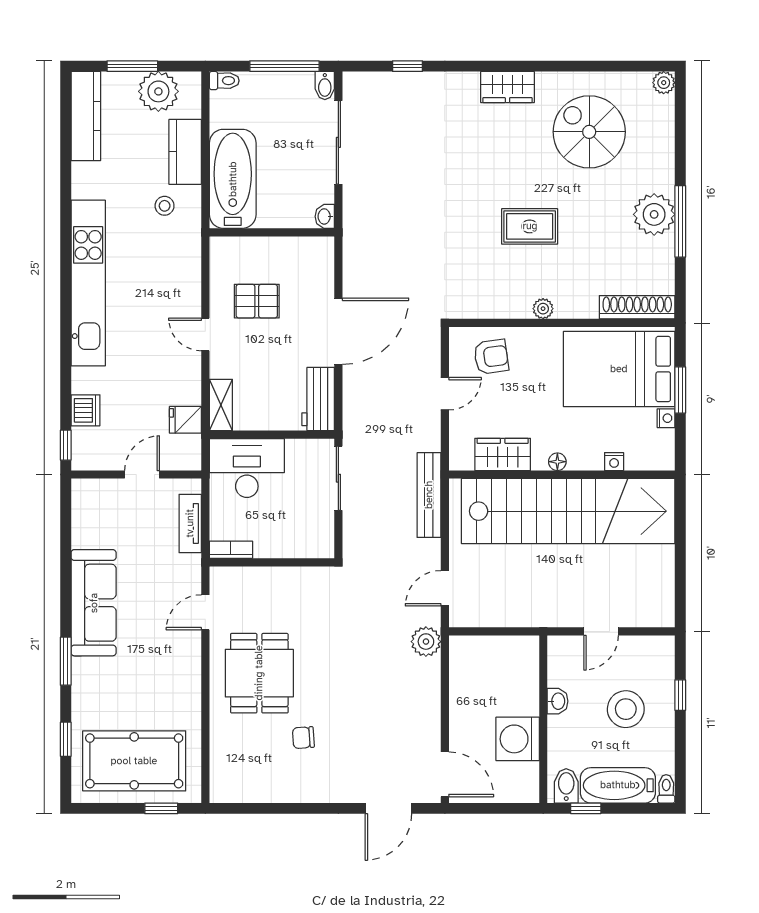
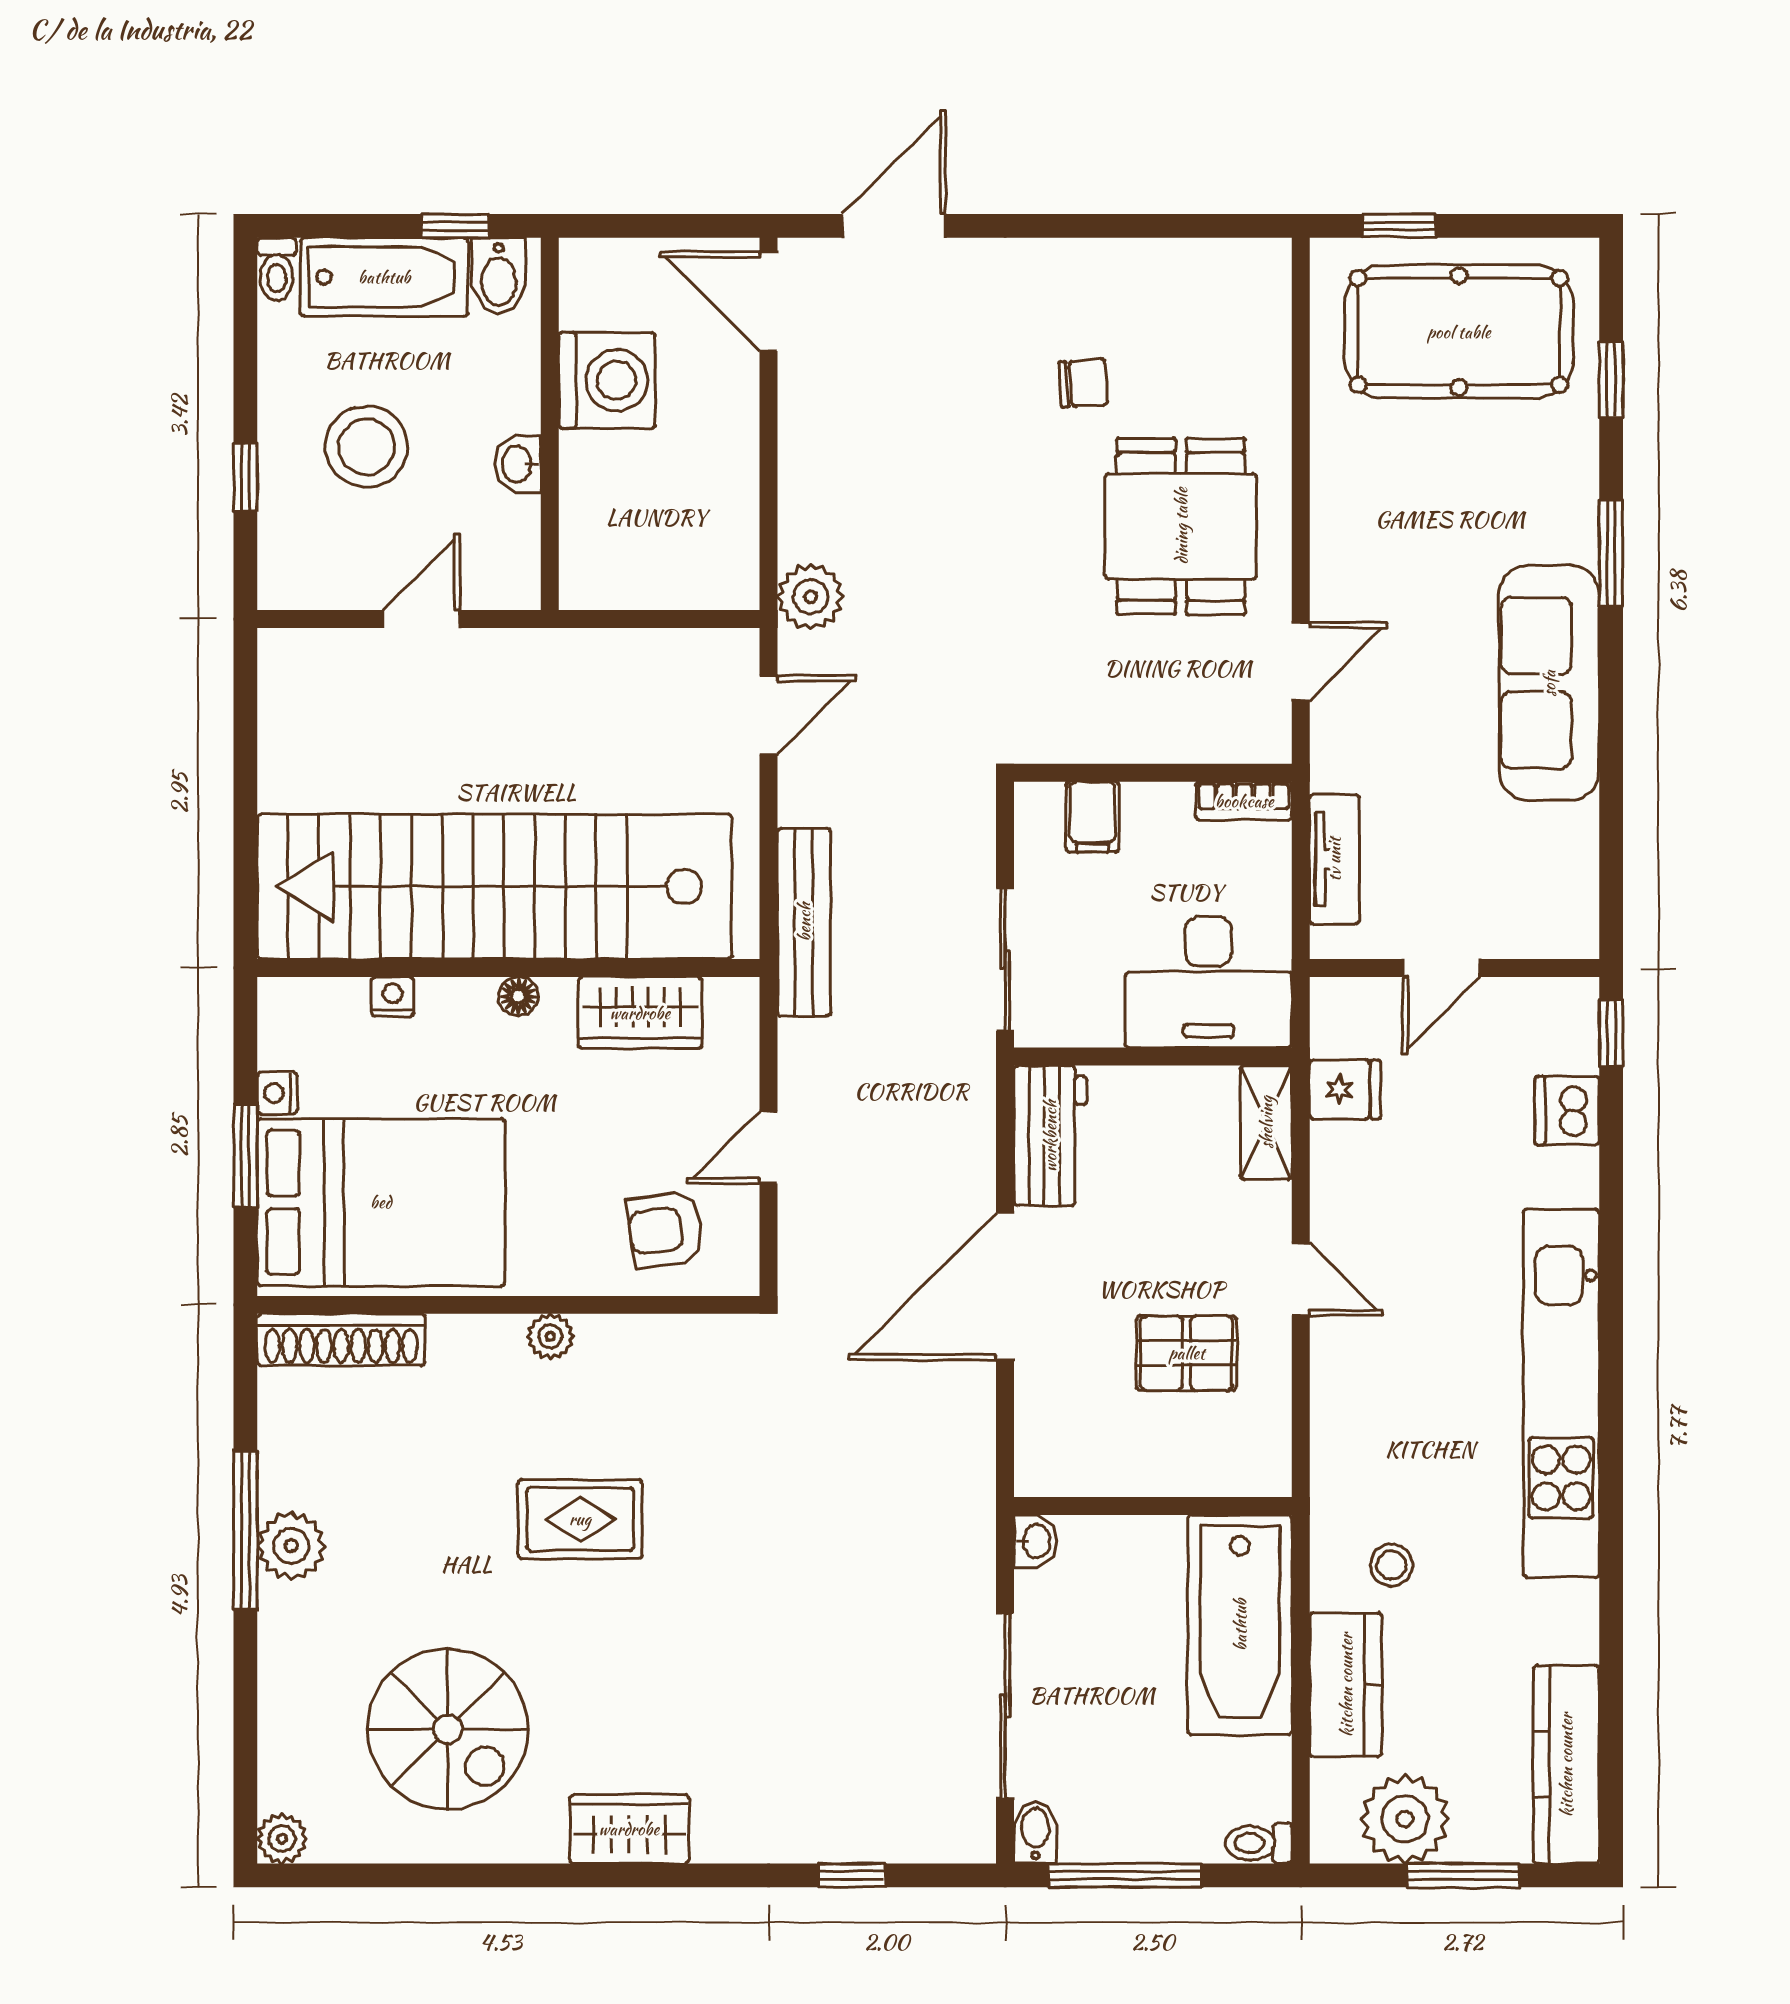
plant: (654, 214) -> (291, 1546), width x0.73, depth x0.73
filing cabinet: (299, 542) -> (1092, 817), added

